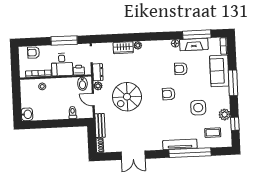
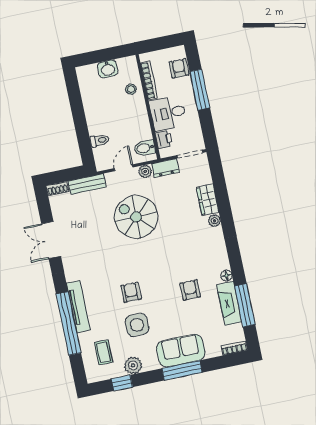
window: (64, 41) -> (200, 90), moved
sofa: (219, 71) -> (181, 351), moved
armchair: (169, 94) -> (131, 292), moved
washbasin: (27, 114) -> (108, 69), moved

